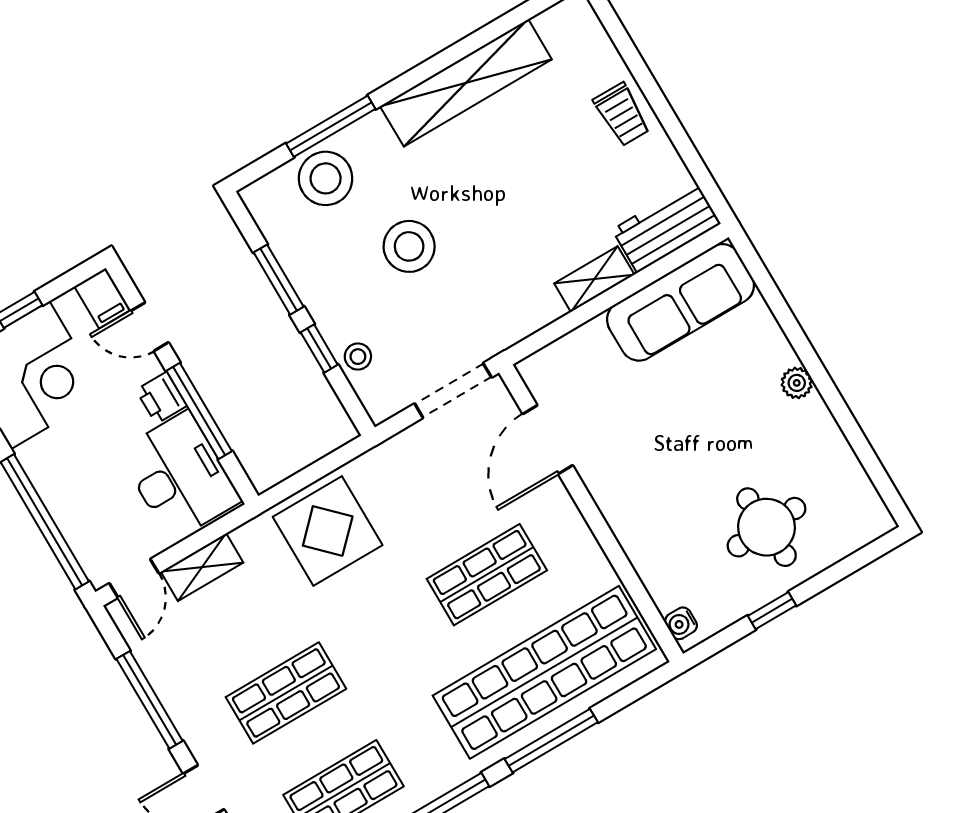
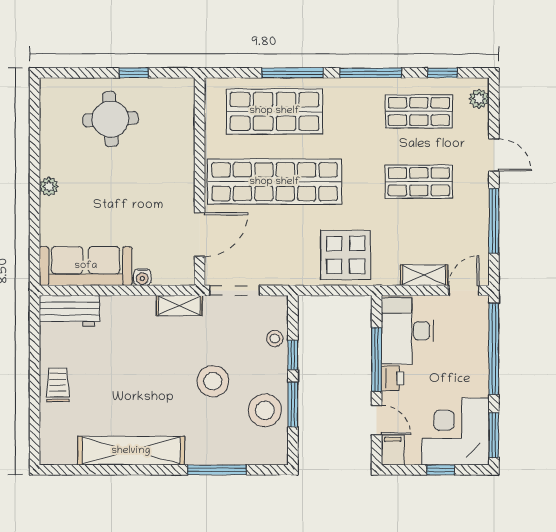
stool: (326, 178) -> (265, 410), moved
shelving: (594, 279) -> (179, 306), moved
shop shelf: (487, 575) -> (275, 182), width x2.00, depth x1.36
water cooler: (681, 623) -> (142, 277), moved, turned 90
shop shelf: (544, 672) -> (275, 111), width x0.71

